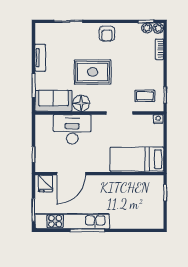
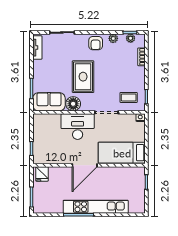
plant: (158, 28) -> (113, 38), moved
tv unit: (40, 58) -> (37, 48), moved
rug: (93, 72) -> (83, 77), turned 90
desk: (72, 129) -> (78, 127), moved
door: (71, 174) -> (85, 165), moved
kitchen unit: (72, 221) -> (96, 207), moved

